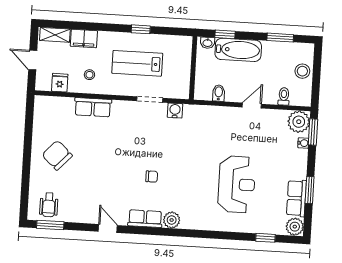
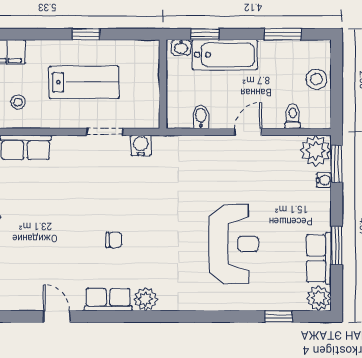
lab bench: (137, 63) -> (84, 82), turned 180

